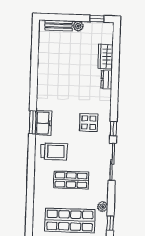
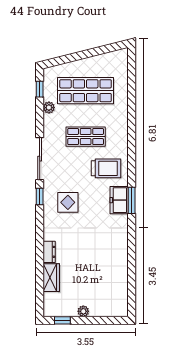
bench: (59, 26) -> (106, 311), removed
trolley: (54, 151) -> (106, 168), turned 180

